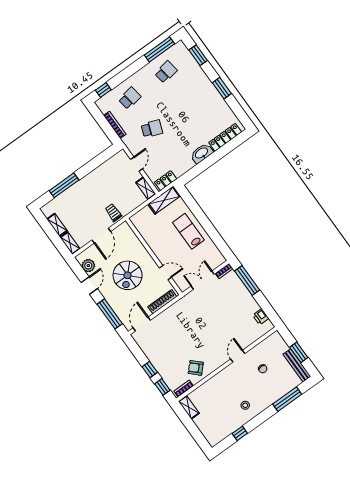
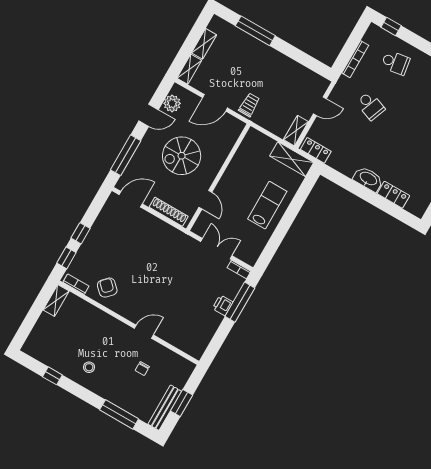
locker: (225, 137) -> (393, 195), width x0.66
printer: (261, 317) -> (223, 305), moved

